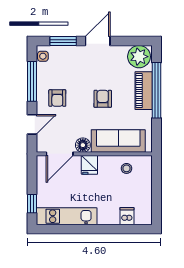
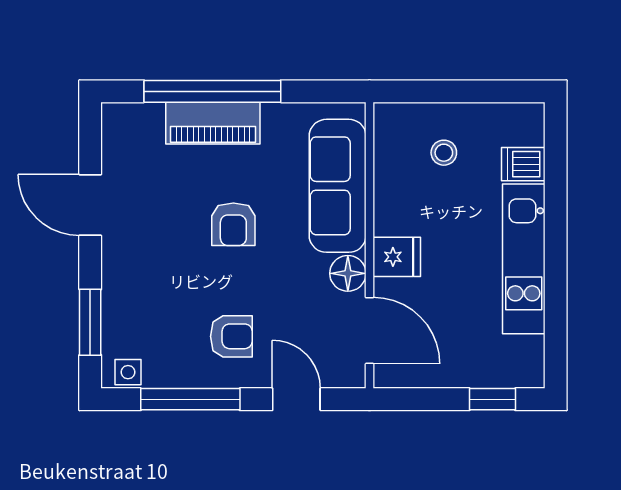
door: (98, 41) -> (90, 205), moved
plant: (139, 57) -> (129, 134), removed
armchair: (103, 99) -> (233, 224), turned -90
stool: (126, 168) -> (444, 153), moved
kitchen unit: (67, 216) -> (524, 259), moved

